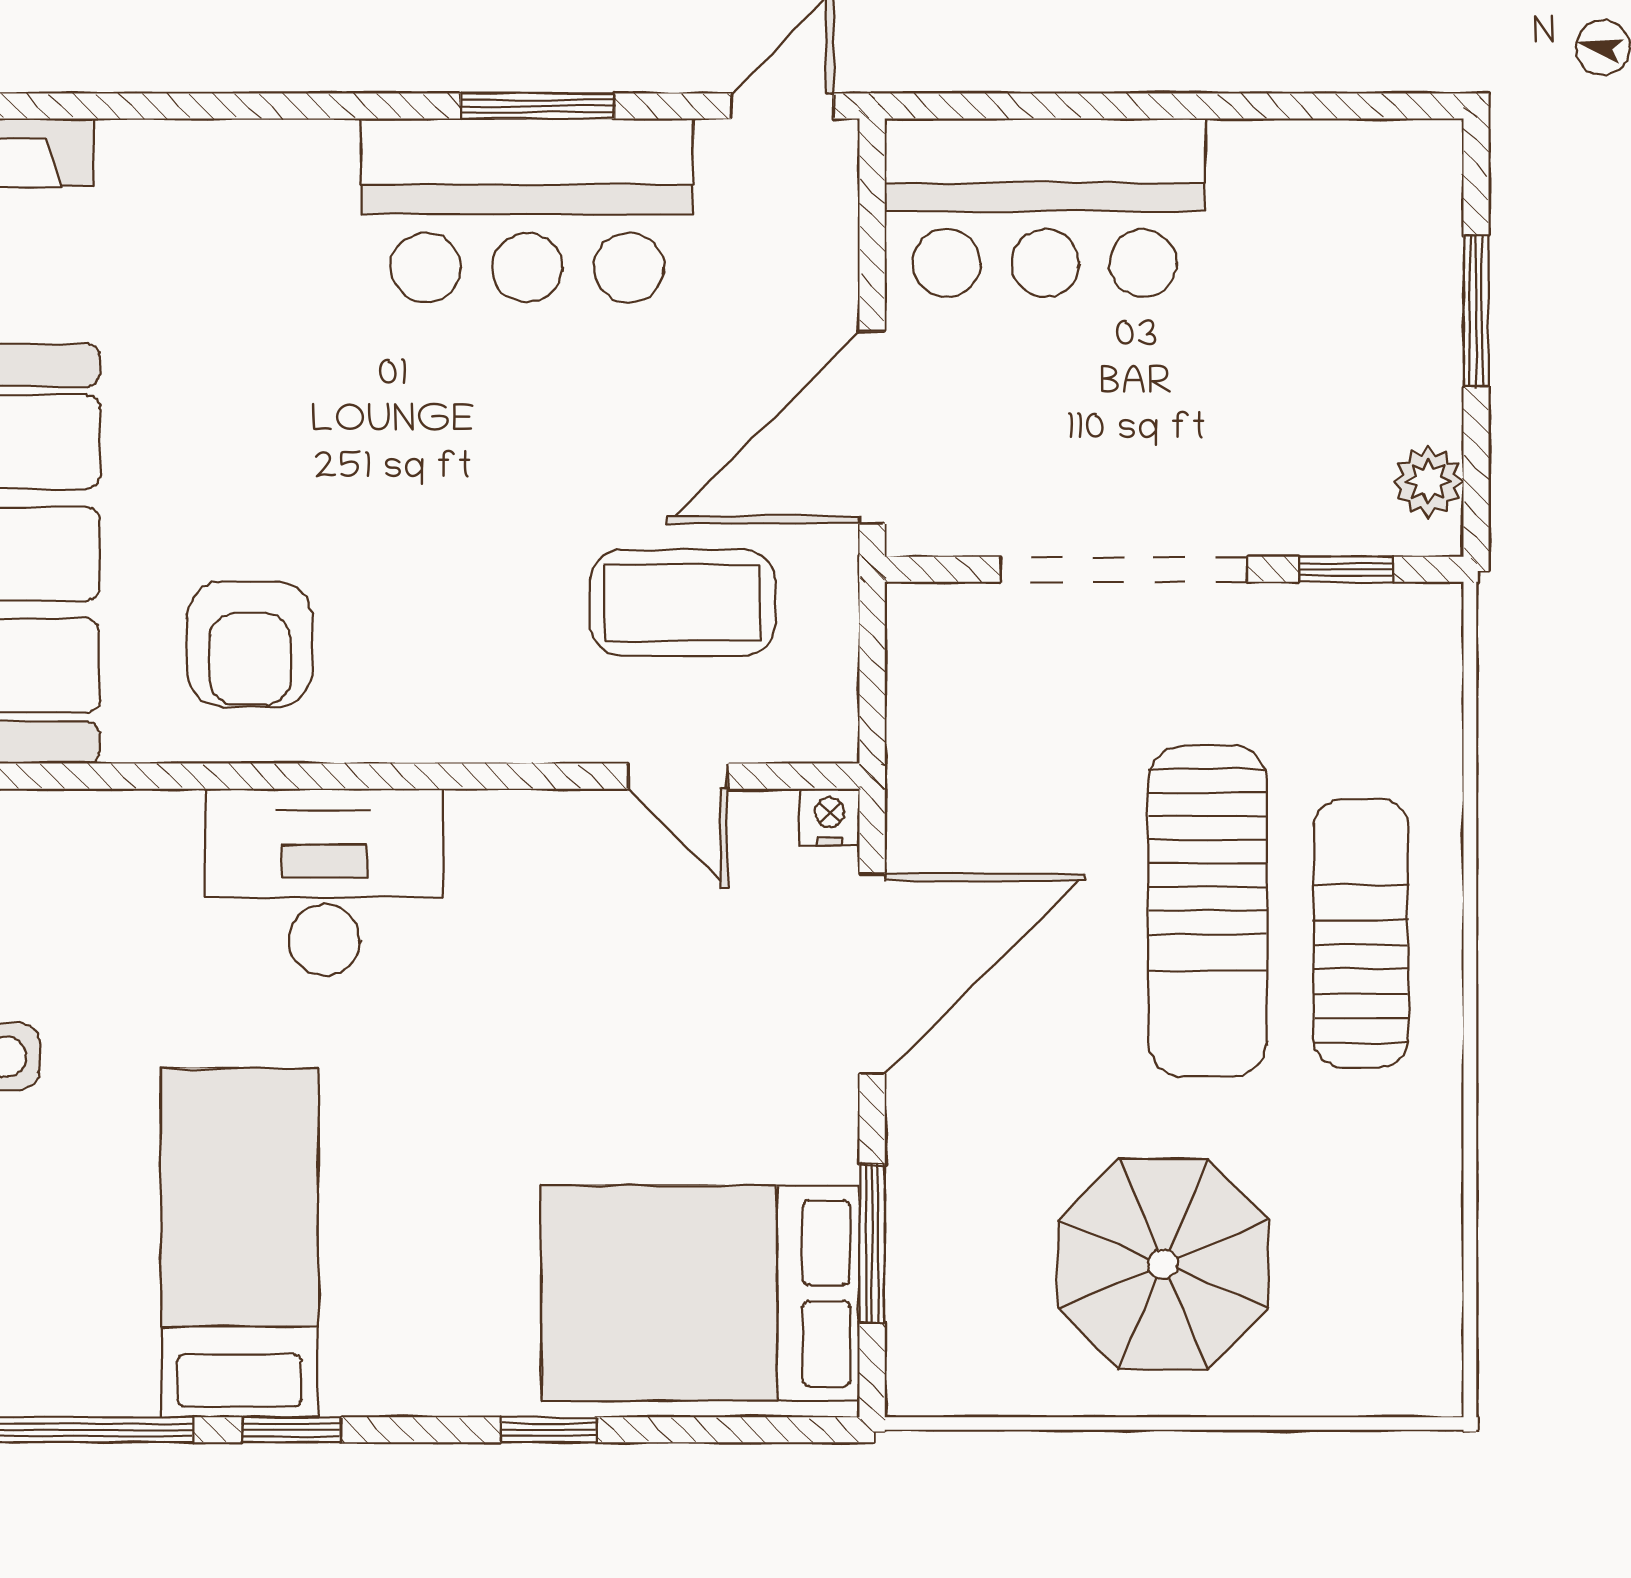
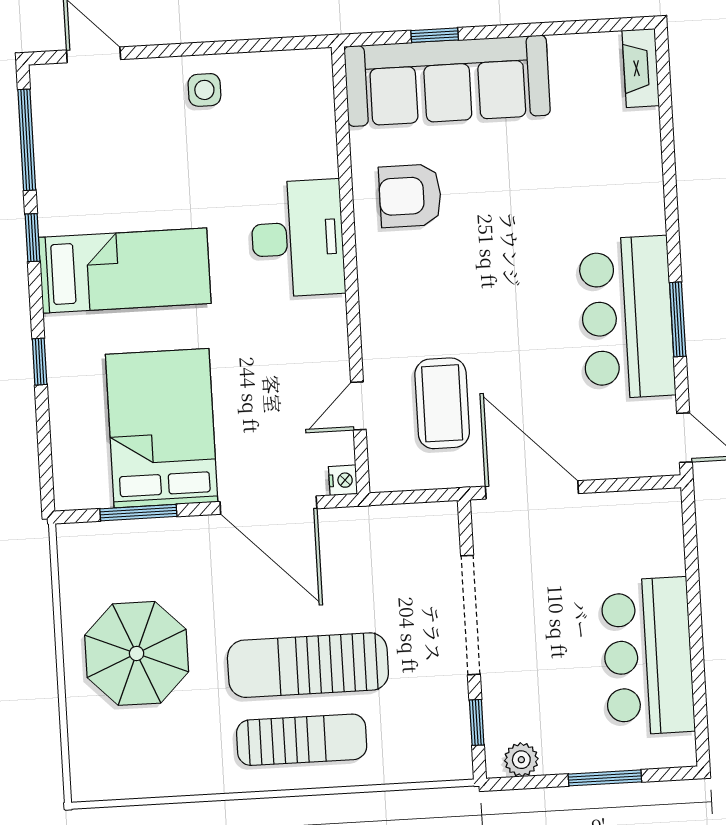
bar counter: (1045, 208) -> (648, 656), moved
bed: (240, 1243) -> (125, 270), moved
bed: (700, 1293) -> (162, 428), moved

